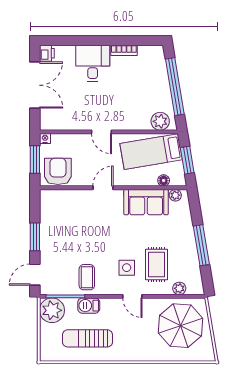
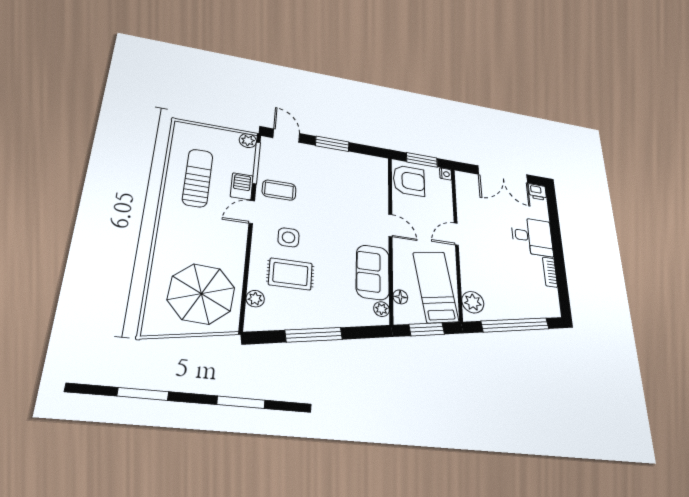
door: (132, 296) -> (252, 212), moved
plant: (52, 310) -> (248, 141), width x0.53, depth x0.53

